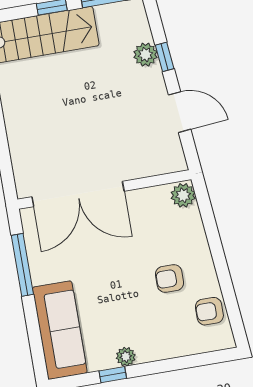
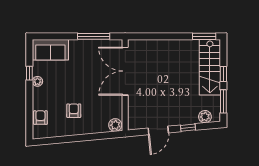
plant: (145, 55) -> (205, 117), moved
armchair: (209, 311) -> (40, 118), moved
sofa: (60, 330) -> (50, 50), width x0.73

